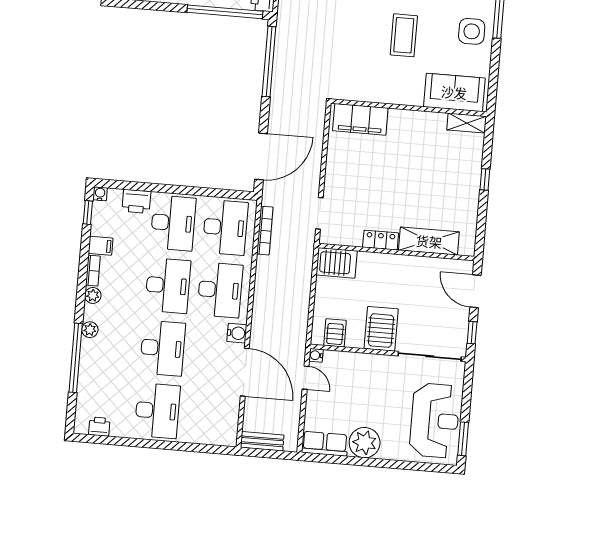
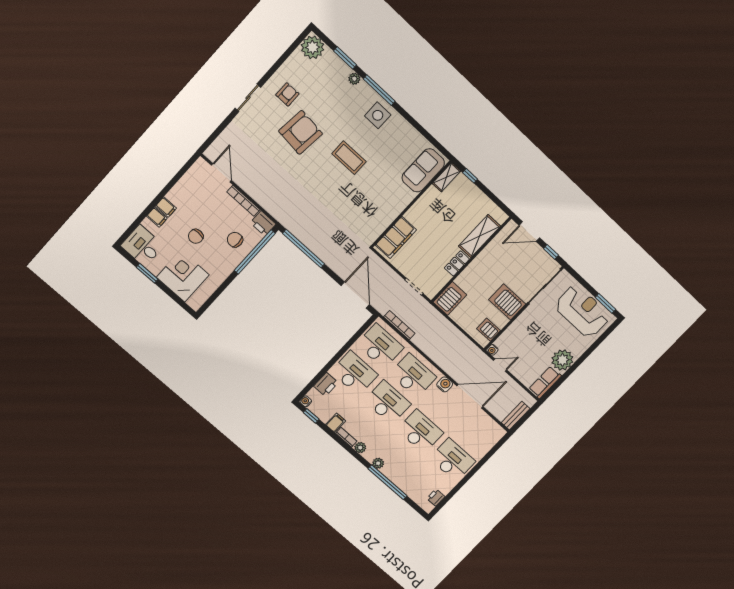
sofa: (454, 92) -> (423, 170), moved
wall: (409, 108) -> (411, 204), moved
filing cabinet: (360, 119) -> (396, 238), moved
shelving: (467, 123) -> (447, 177), moved

